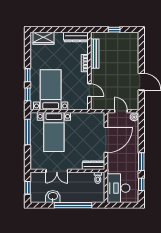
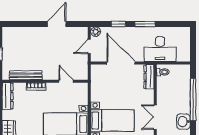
door: (89, 90) -> (66, 81), hinge flipped
double door: (57, 171) -> (155, 117), swing flipped
window: (141, 184) -> (118, 24), moved
desk: (118, 188) -> (160, 49), moved

